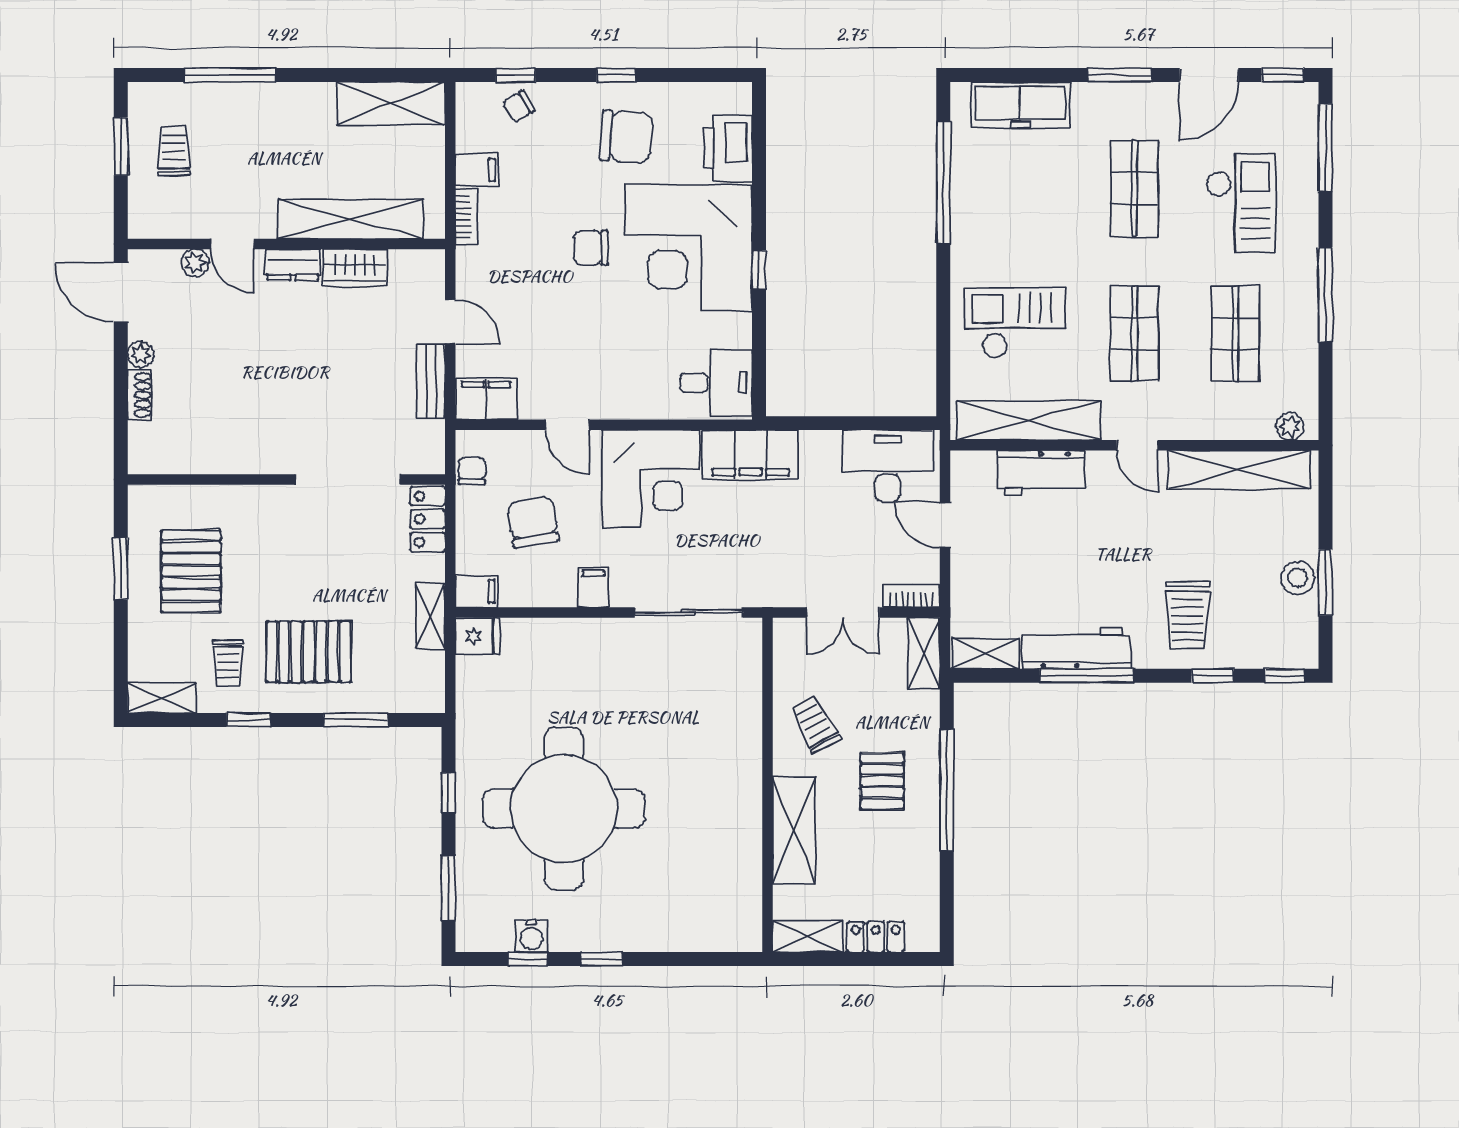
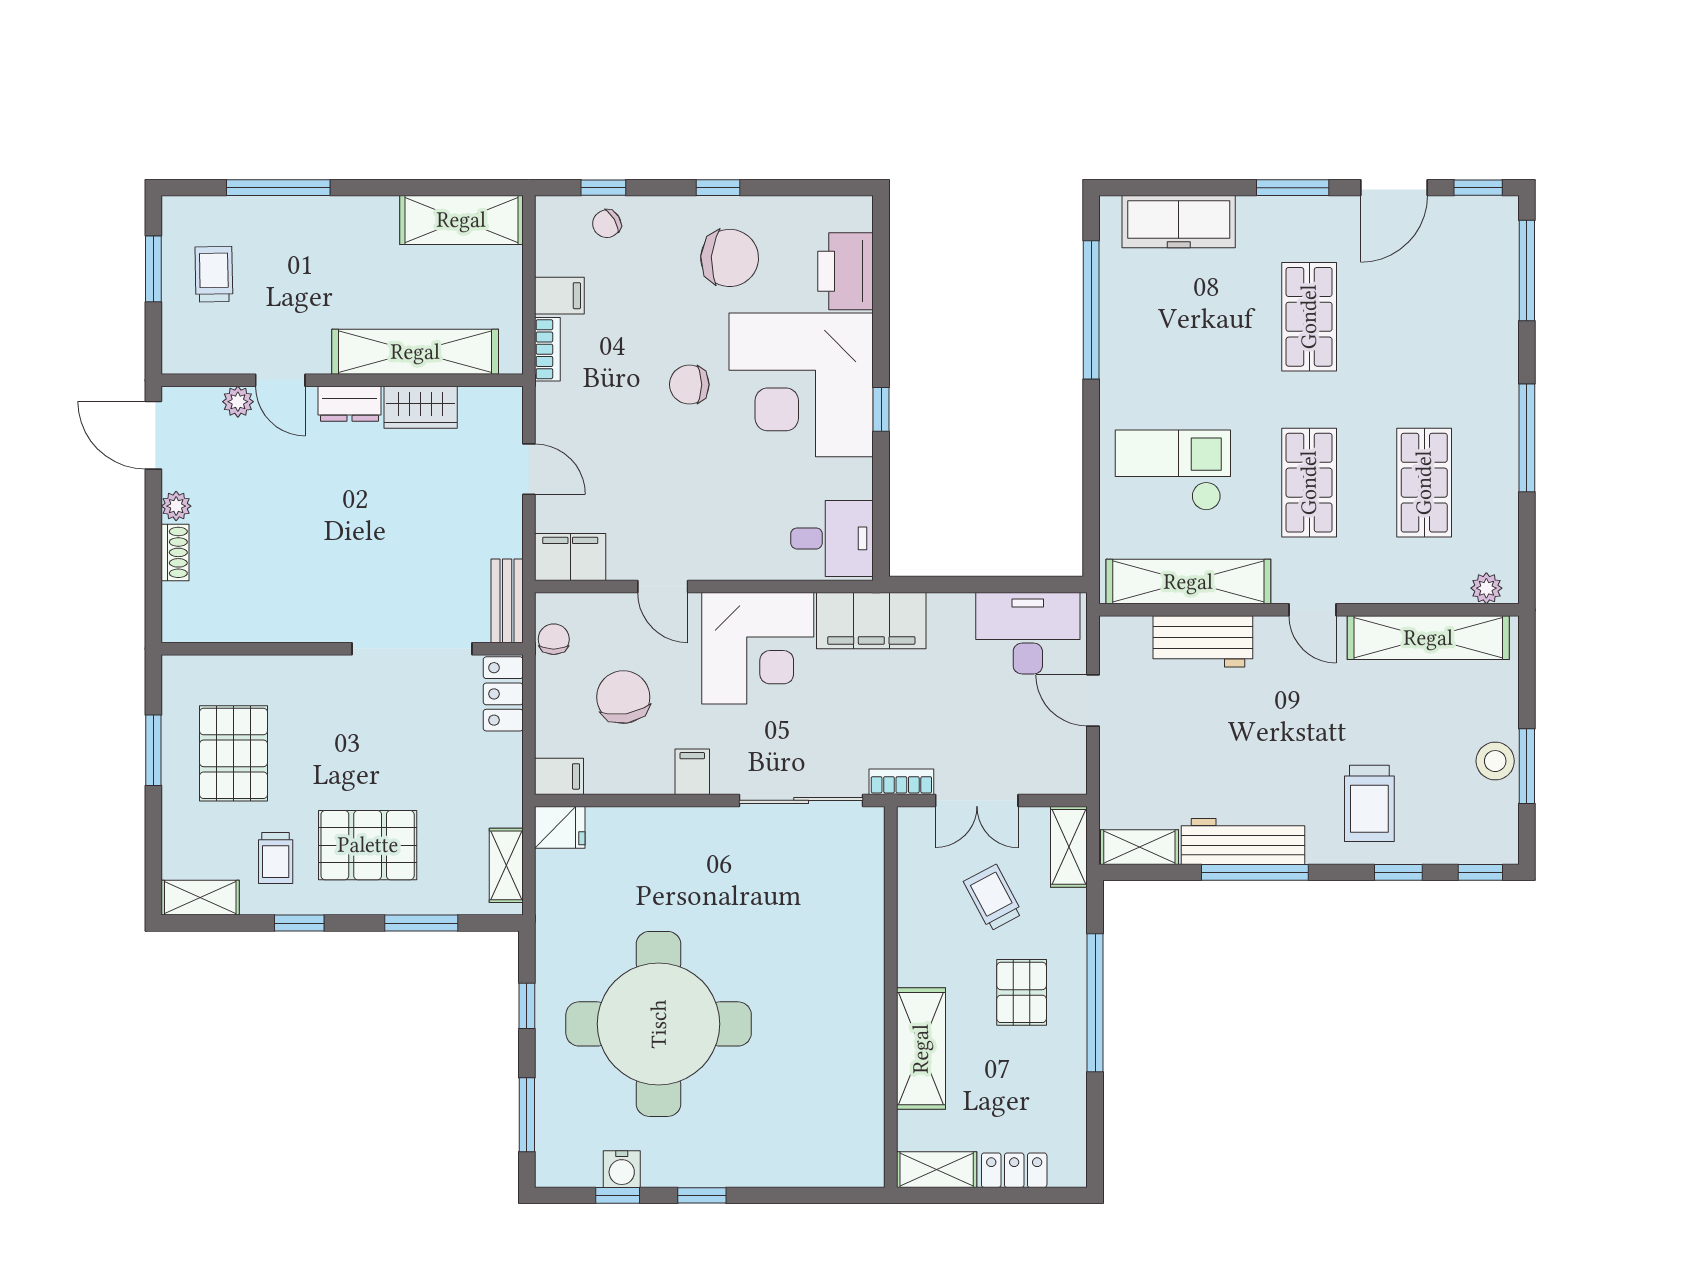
checkout: (1241, 204) -> (1430, 334), removed
bench: (431, 381) -> (507, 601), moved
bookcase: (912, 596) -> (901, 782), moved
shelving: (430, 616) -> (506, 865), moved
trolley: (815, 724) -> (993, 898), moved

